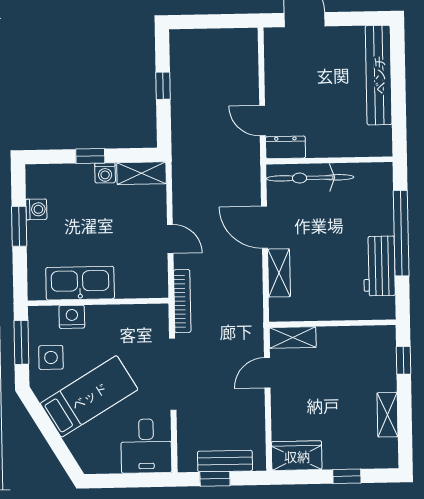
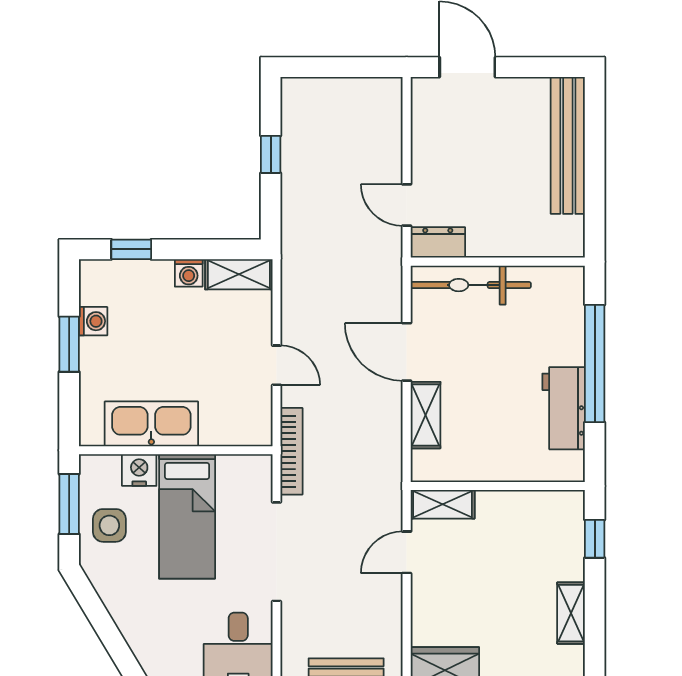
window: (90, 156) -> (131, 249), moved
bed: (89, 396) -> (187, 516), moved, turned 121

